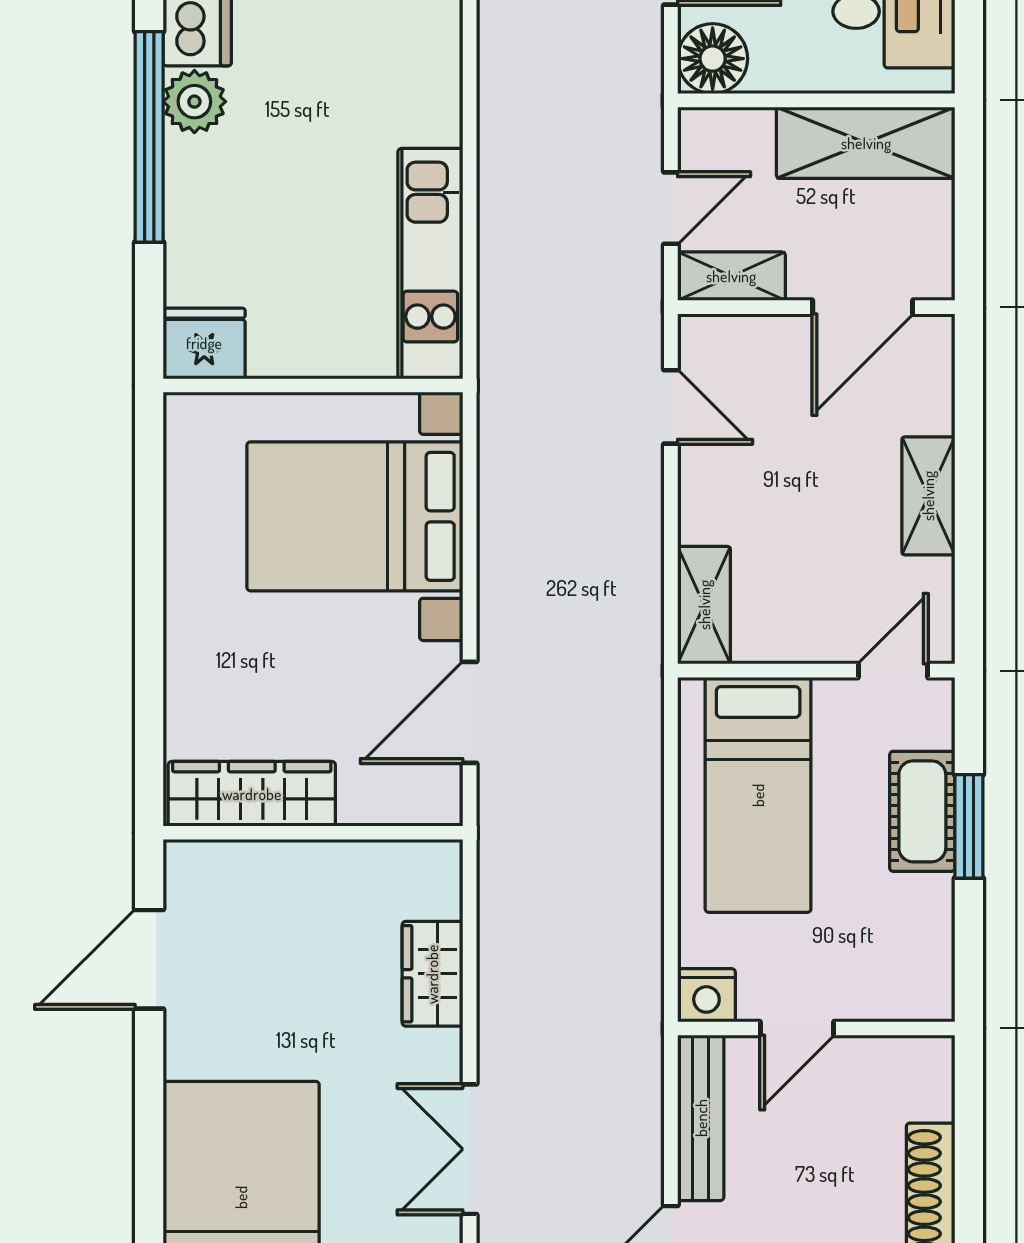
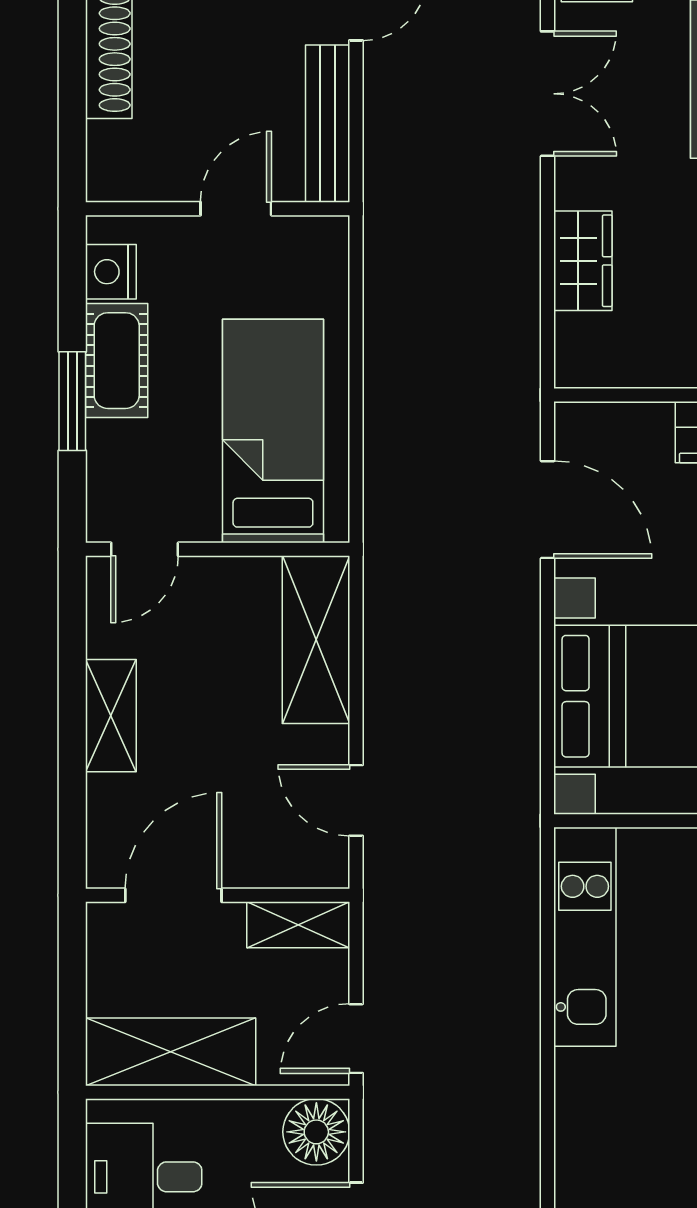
door: (671, 208) -> (356, 1039), moved
shelving: (704, 605) -> (316, 640), width x1.50, depth x1.33
door: (470, 712) -> (548, 510), hinge flipped
cot: (922, 811) -> (117, 361), moved
nightstand: (706, 995) -> (111, 272), moved, turned -90

